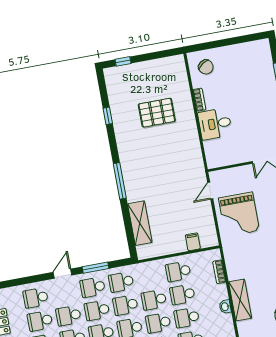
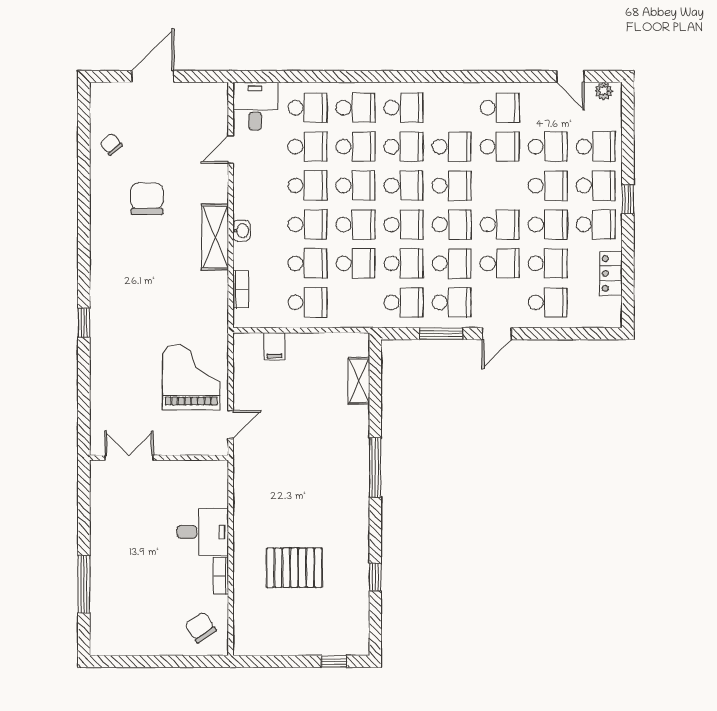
shelving: (140, 223) -> (359, 381), width x0.67, depth x0.75

